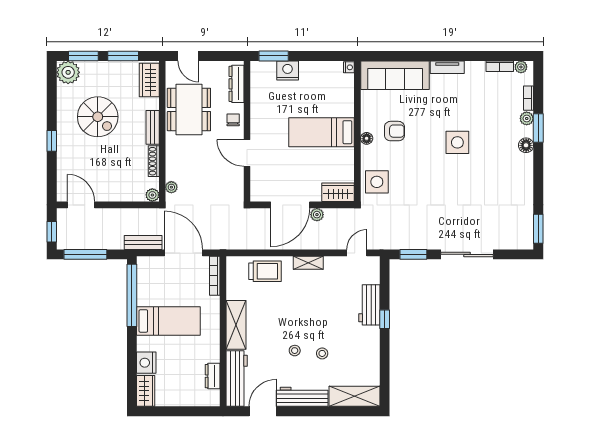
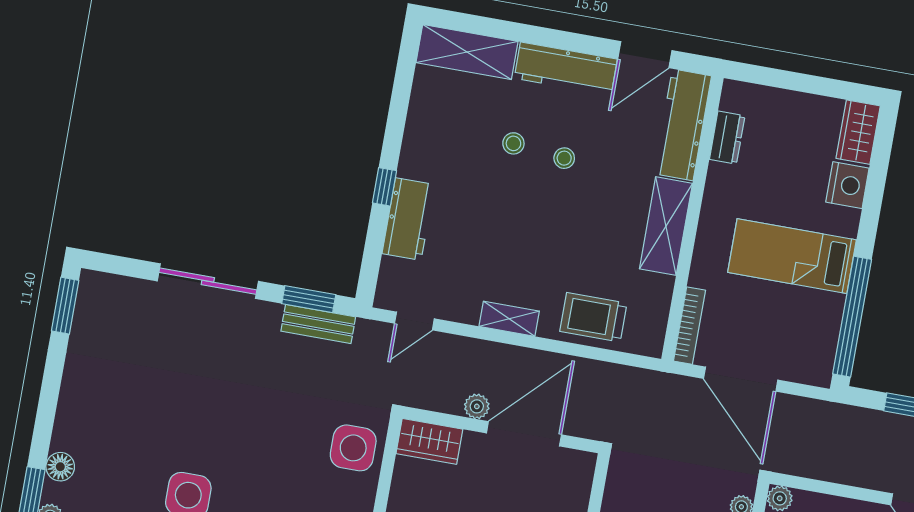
bench: (143, 243) -> (318, 324), moved

